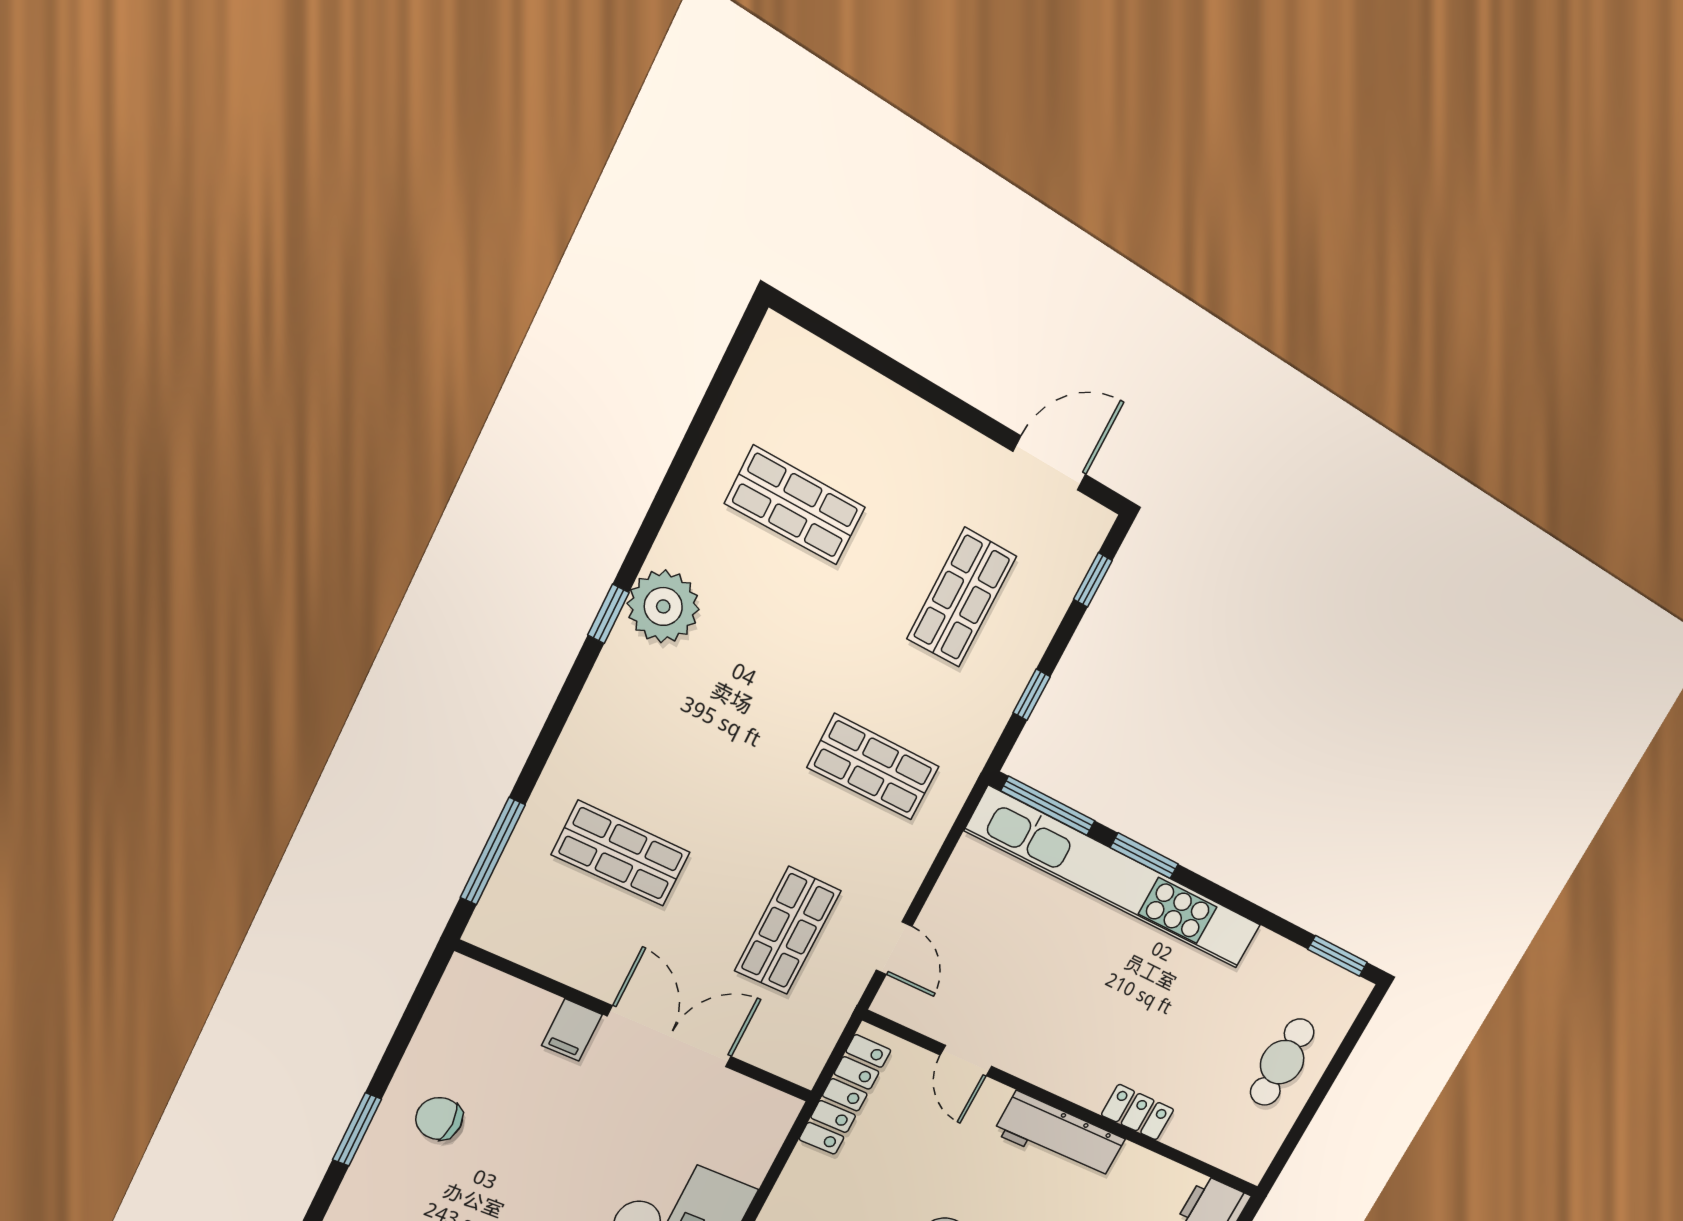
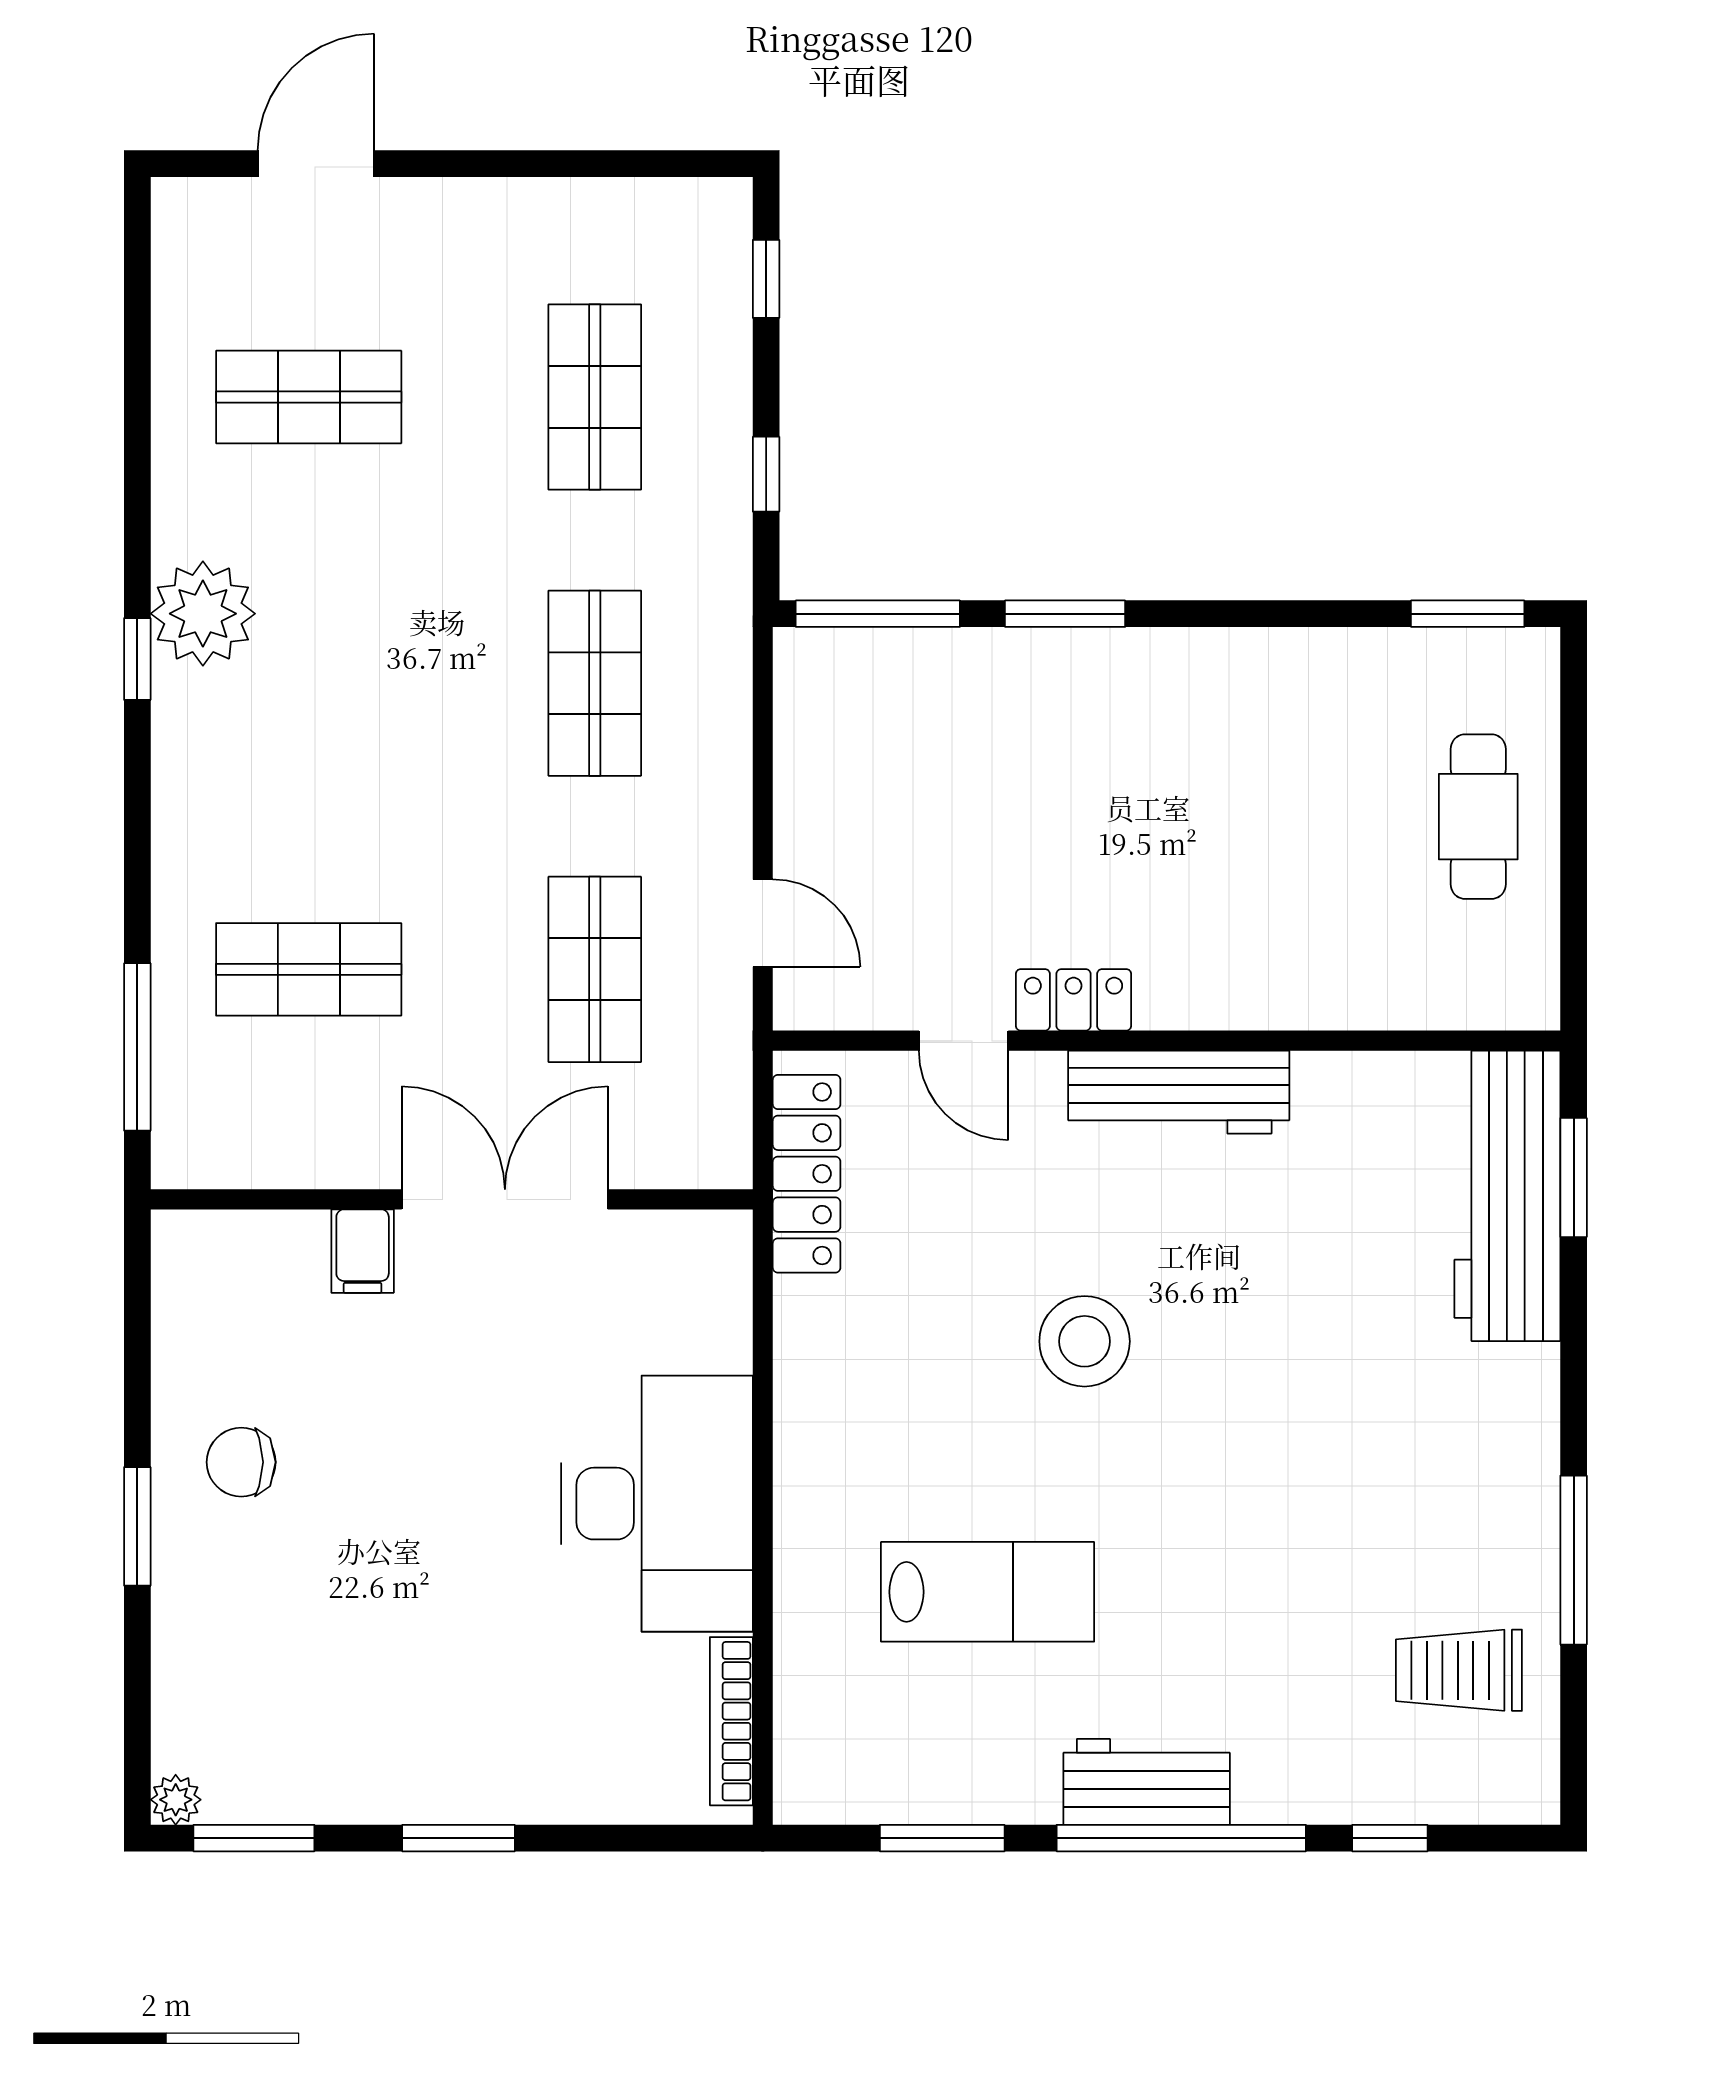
door: (1050, 463) -> (316, 164), moved
shop shelf: (873, 767) -> (595, 683), turned 90
kitchen unit: (1116, 879) -> (1041, 668), removed
locker: (1138, 1112) -> (1074, 1000), moved

